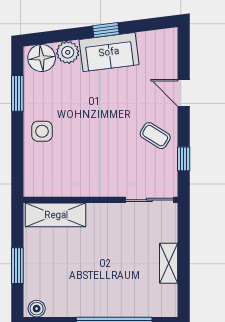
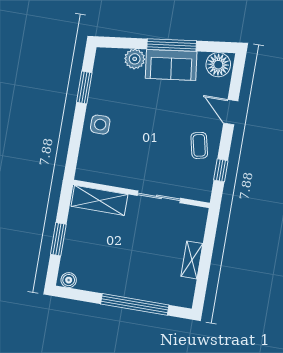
window: (106, 30) -> (172, 45), width x2.17
floor lamp: (42, 58) -> (218, 65), moved
coffee table: (155, 136) -> (199, 145), turned 45
sliding door: (149, 200) -> (159, 197), moved

